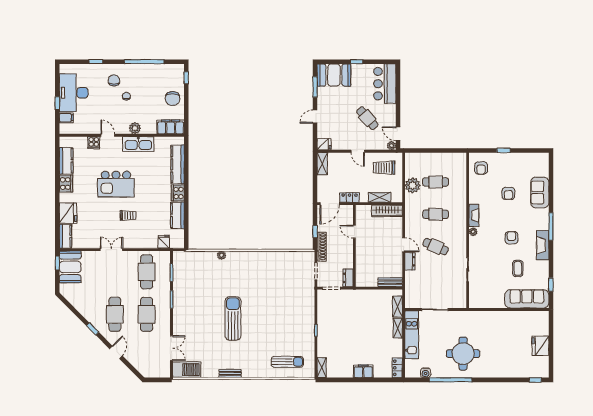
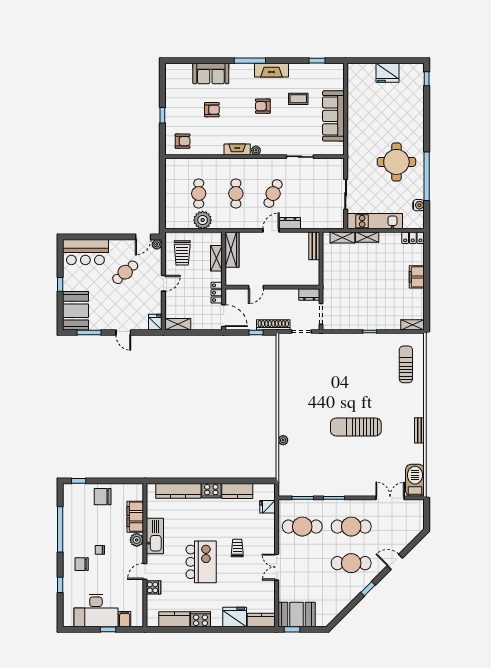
chair: (173, 99) -> (103, 497), turned 180
filing cabinet: (171, 127) -> (135, 517), moved
sofa: (527, 299) -> (333, 116), moved

